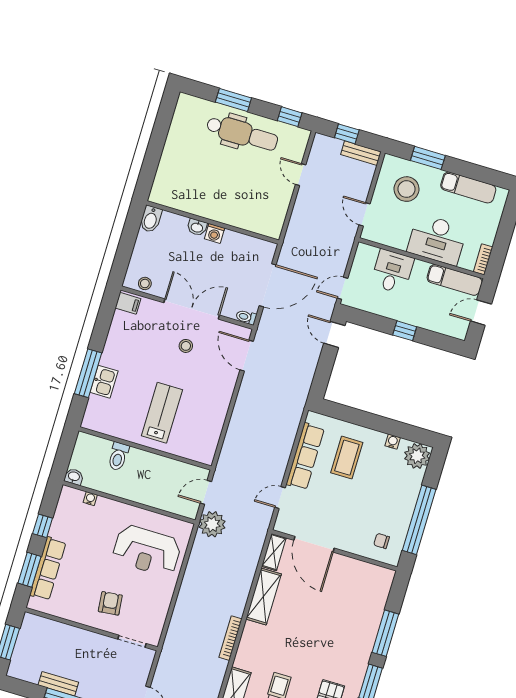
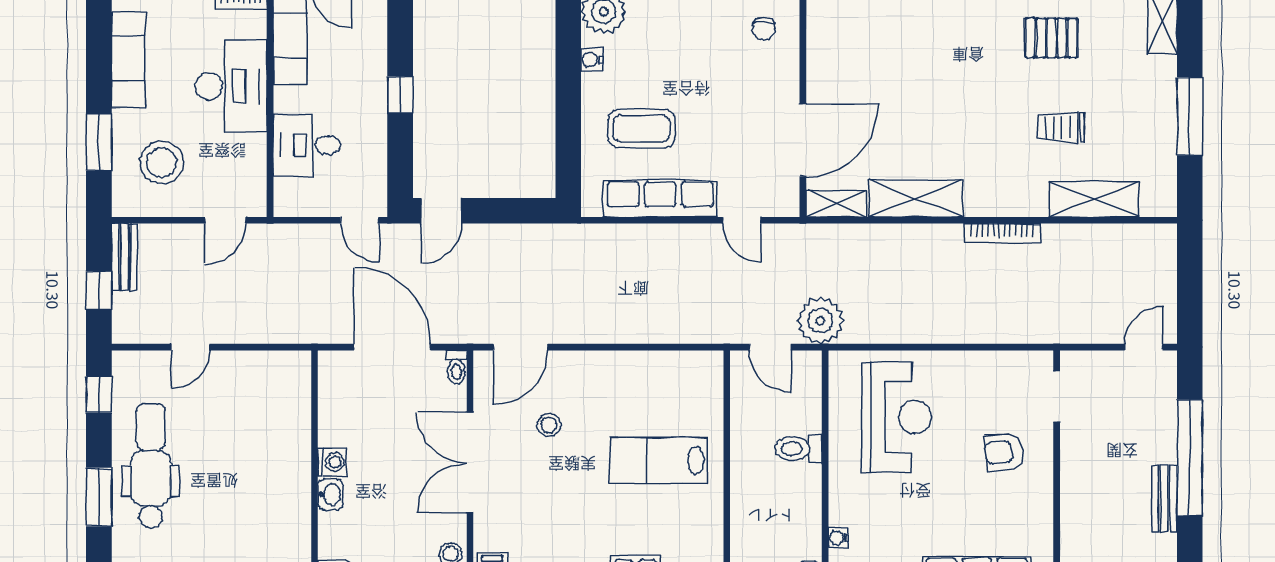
stool: (186, 346) -> (549, 425), moved
toilet: (118, 456) -> (798, 449), moved, turned 180

